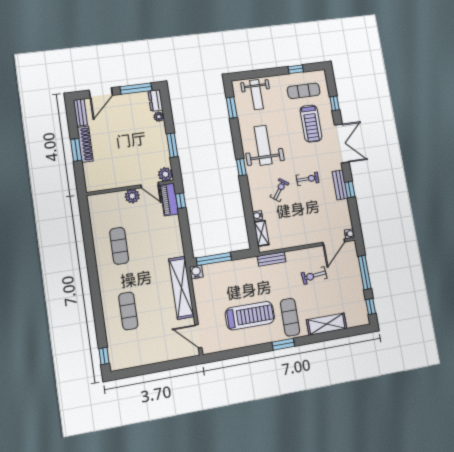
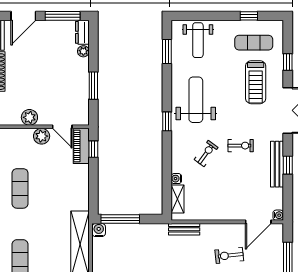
plant: (165, 174) -> (29, 117), moved
bench: (340, 185) -> (277, 164), width x1.36

